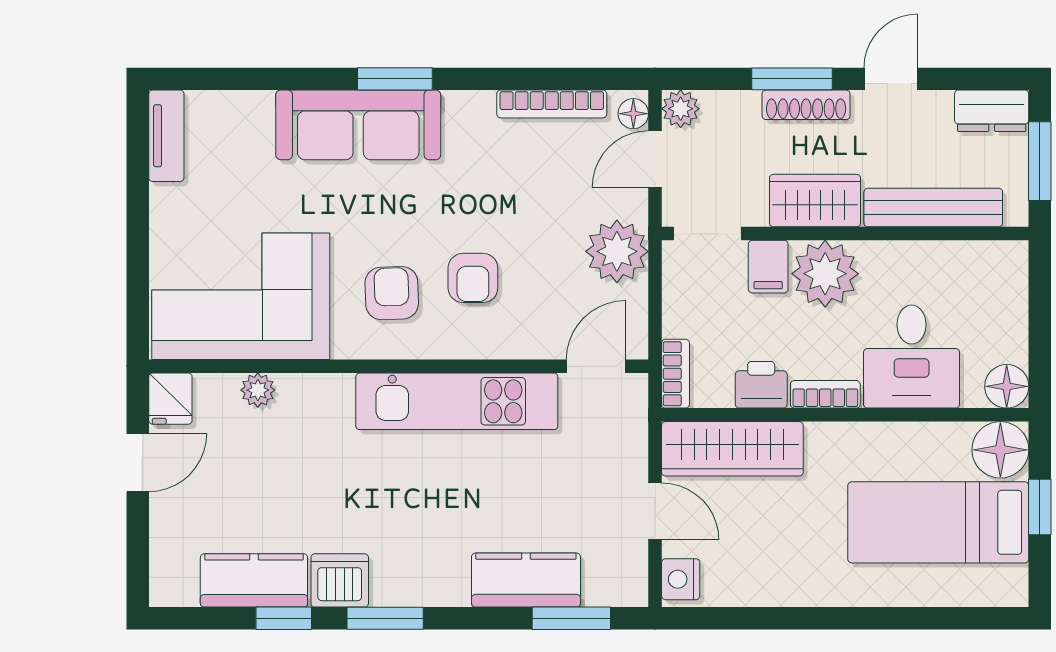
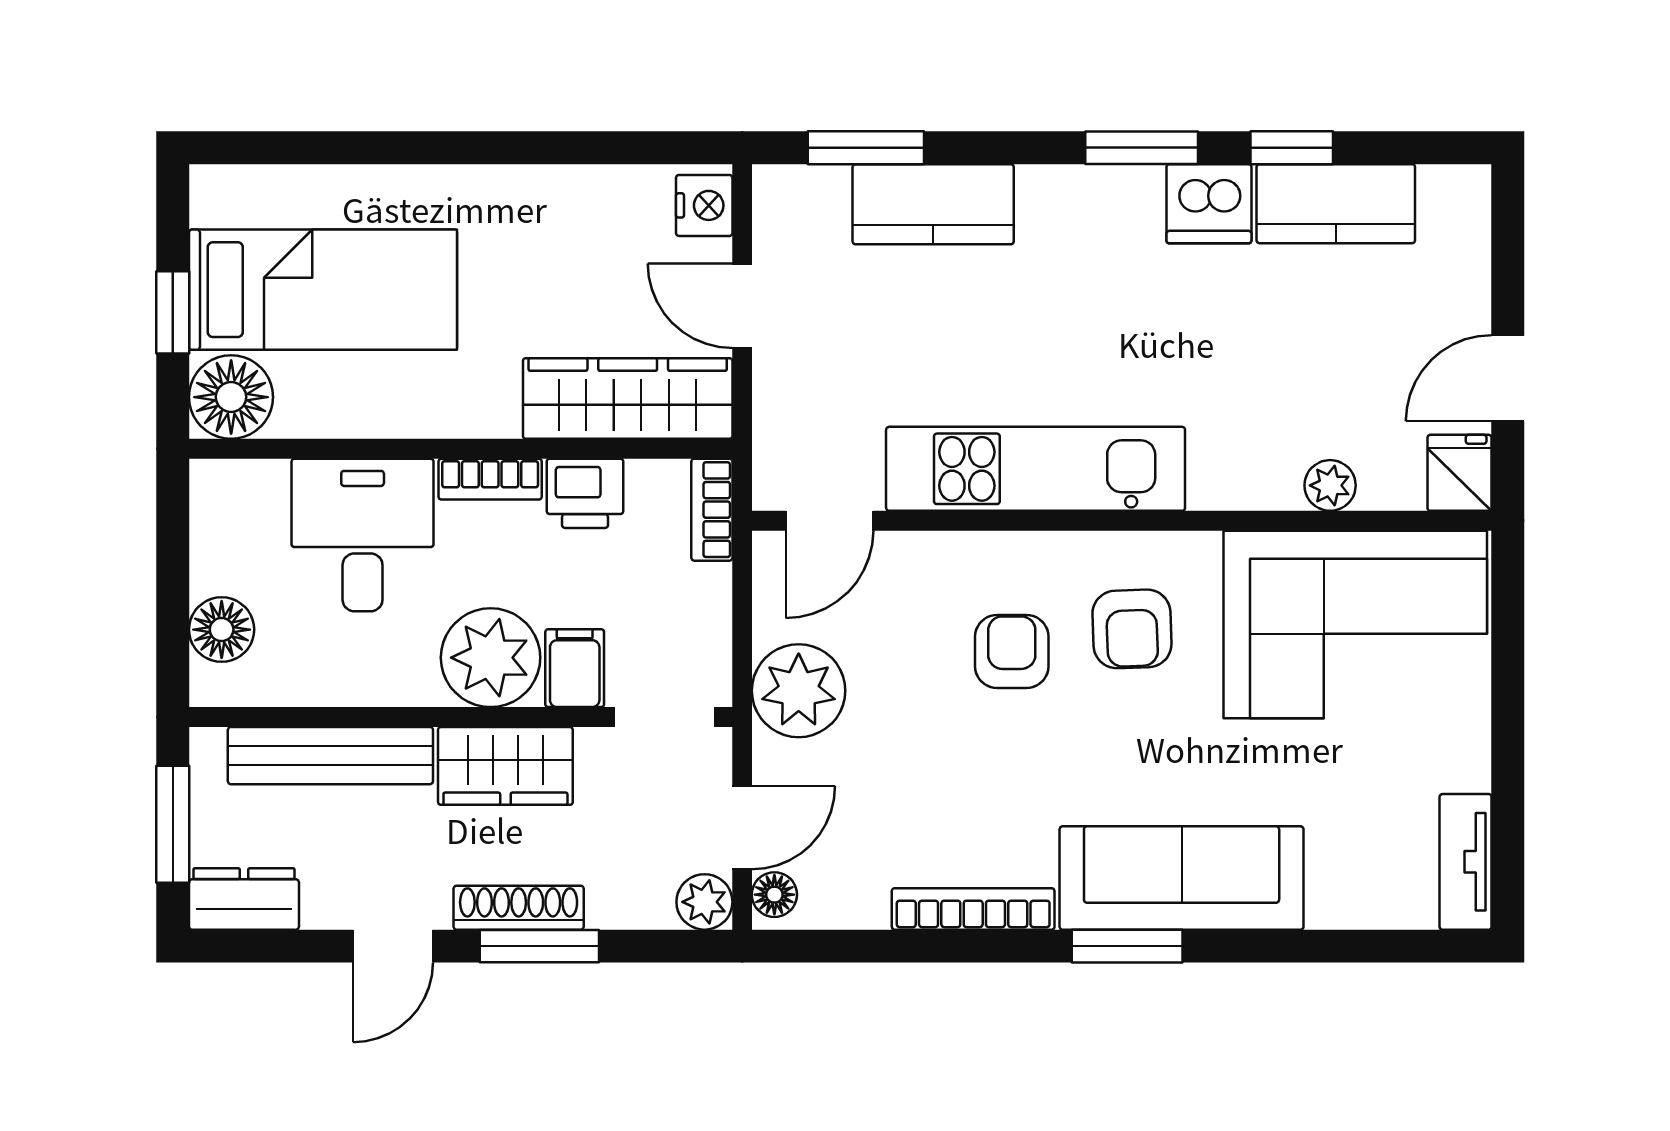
bookcase: (552, 104) -> (973, 909), moved
floor lamp: (1007, 386) -> (222, 630), moved

